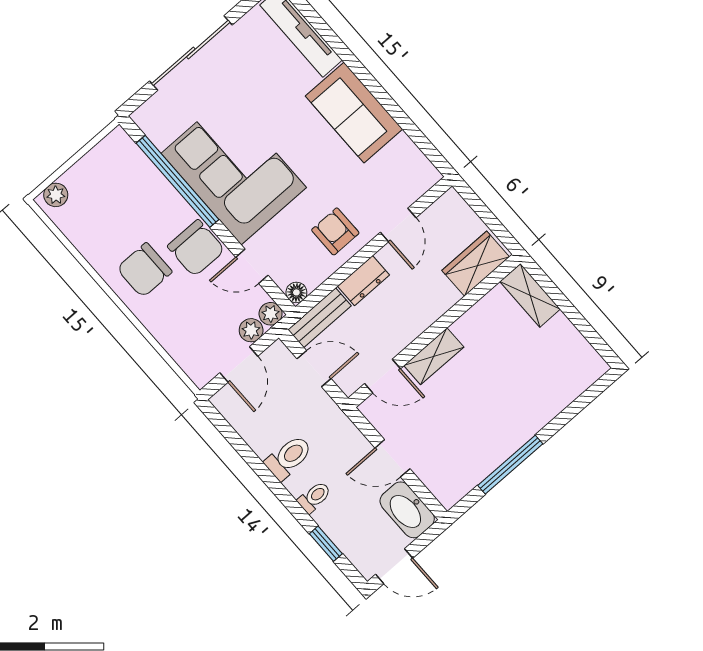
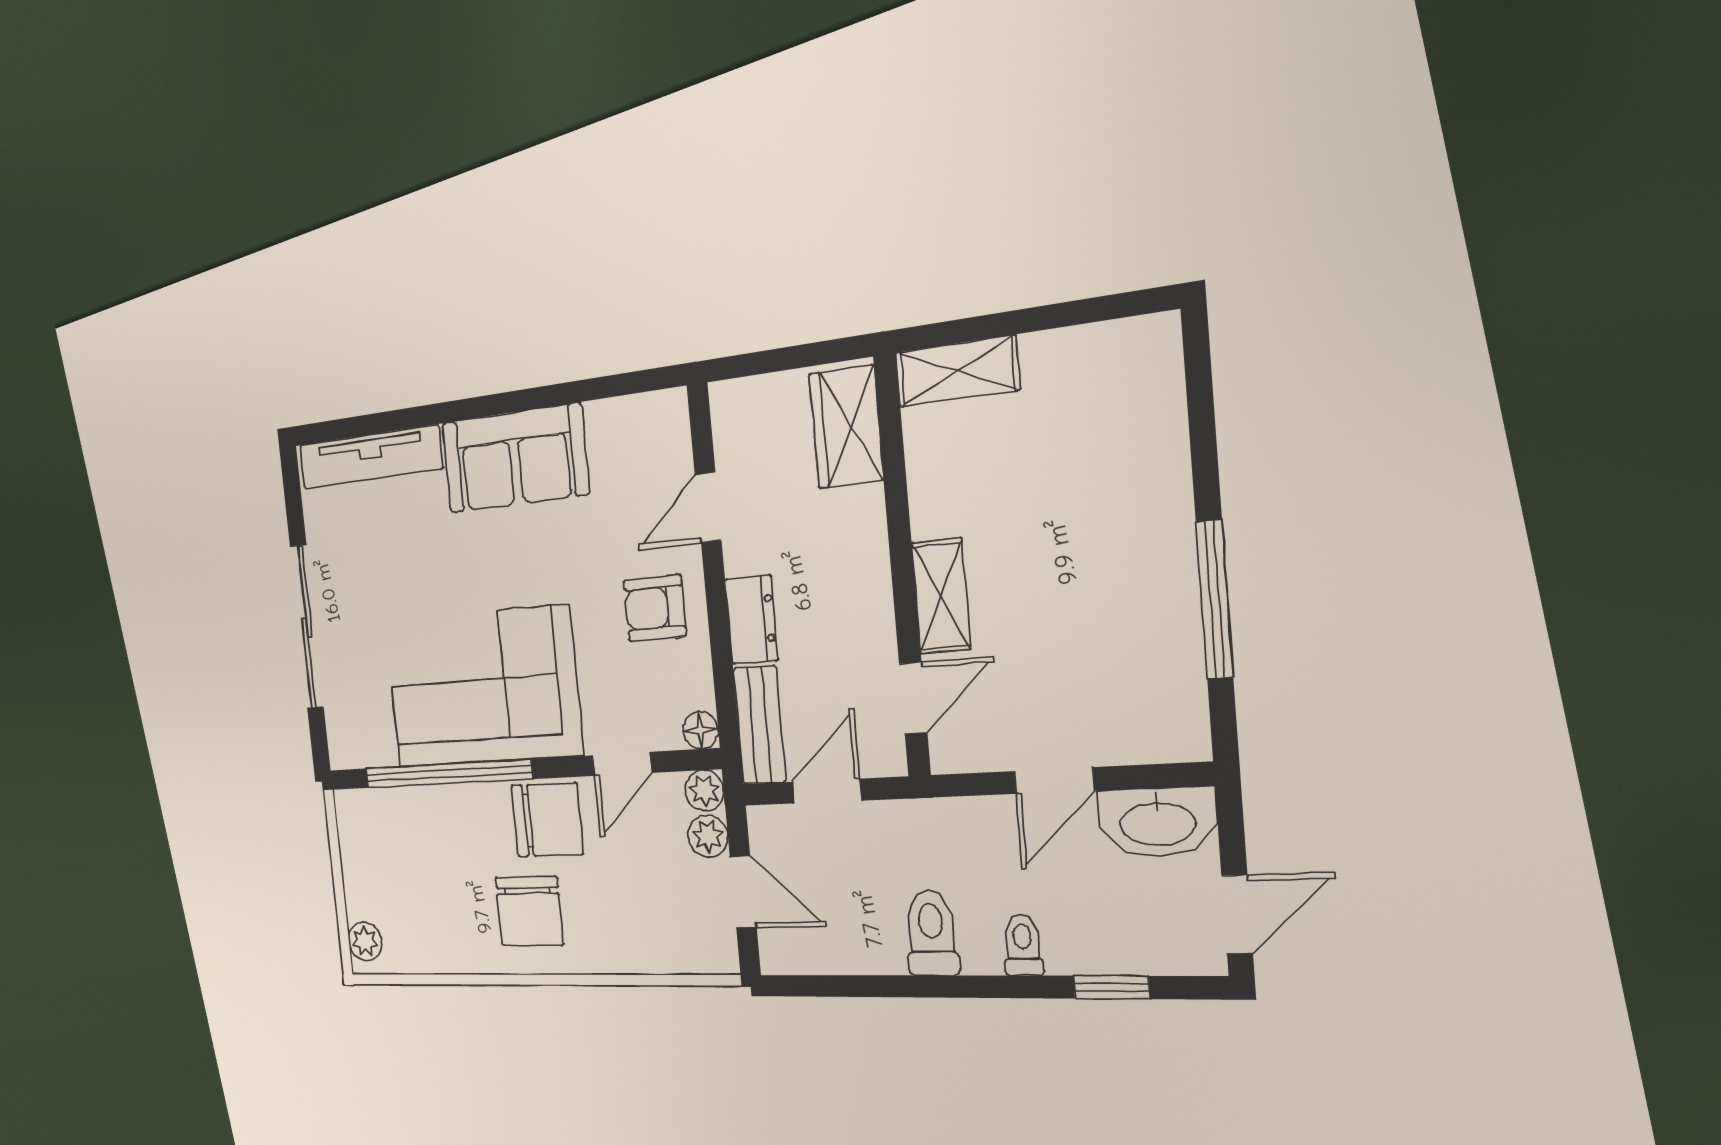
door: (398, 225) -> (708, 507), swing flipped

